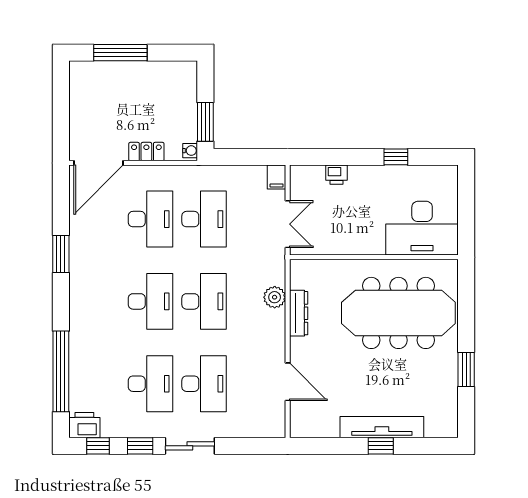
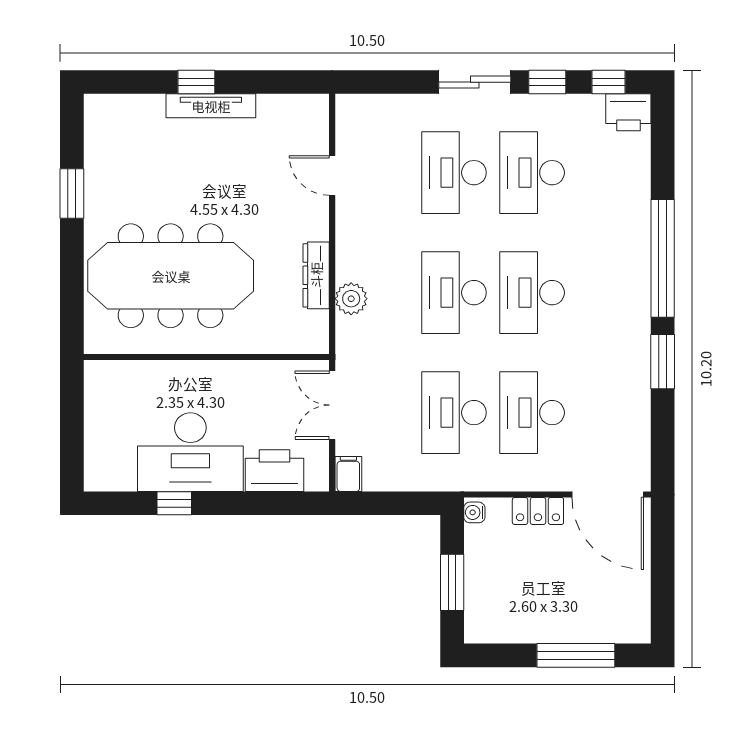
window: (205, 122) -> (452, 582), moved
door: (99, 163) -> (608, 494), swing flipped
printer: (336, 175) -> (275, 471), width x1.87, depth x1.48
desk: (422, 228) -> (190, 452), moved, turned 180
window: (61, 371) -> (663, 258), moved
door: (288, 382) -> (332, 175), width x0.73
tv unit: (382, 427) -> (211, 106), width x0.73, depth x0.78

